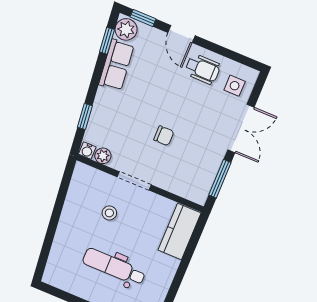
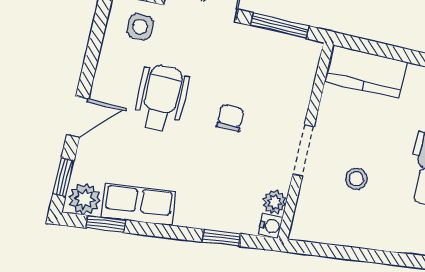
wheelchair: (203, 69) -> (161, 99), moved, width x1.36, depth x1.37

